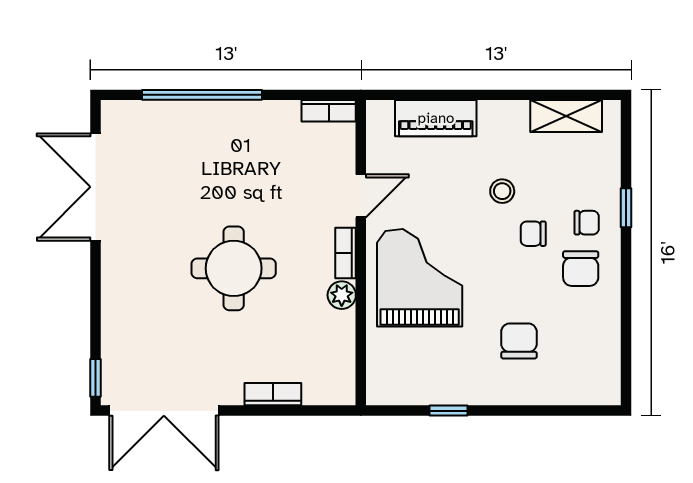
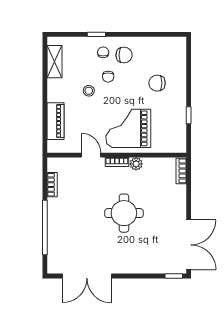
bookcase: (329, 111) -> (52, 185), moved
bookcase: (273, 394) -> (181, 171), moved

